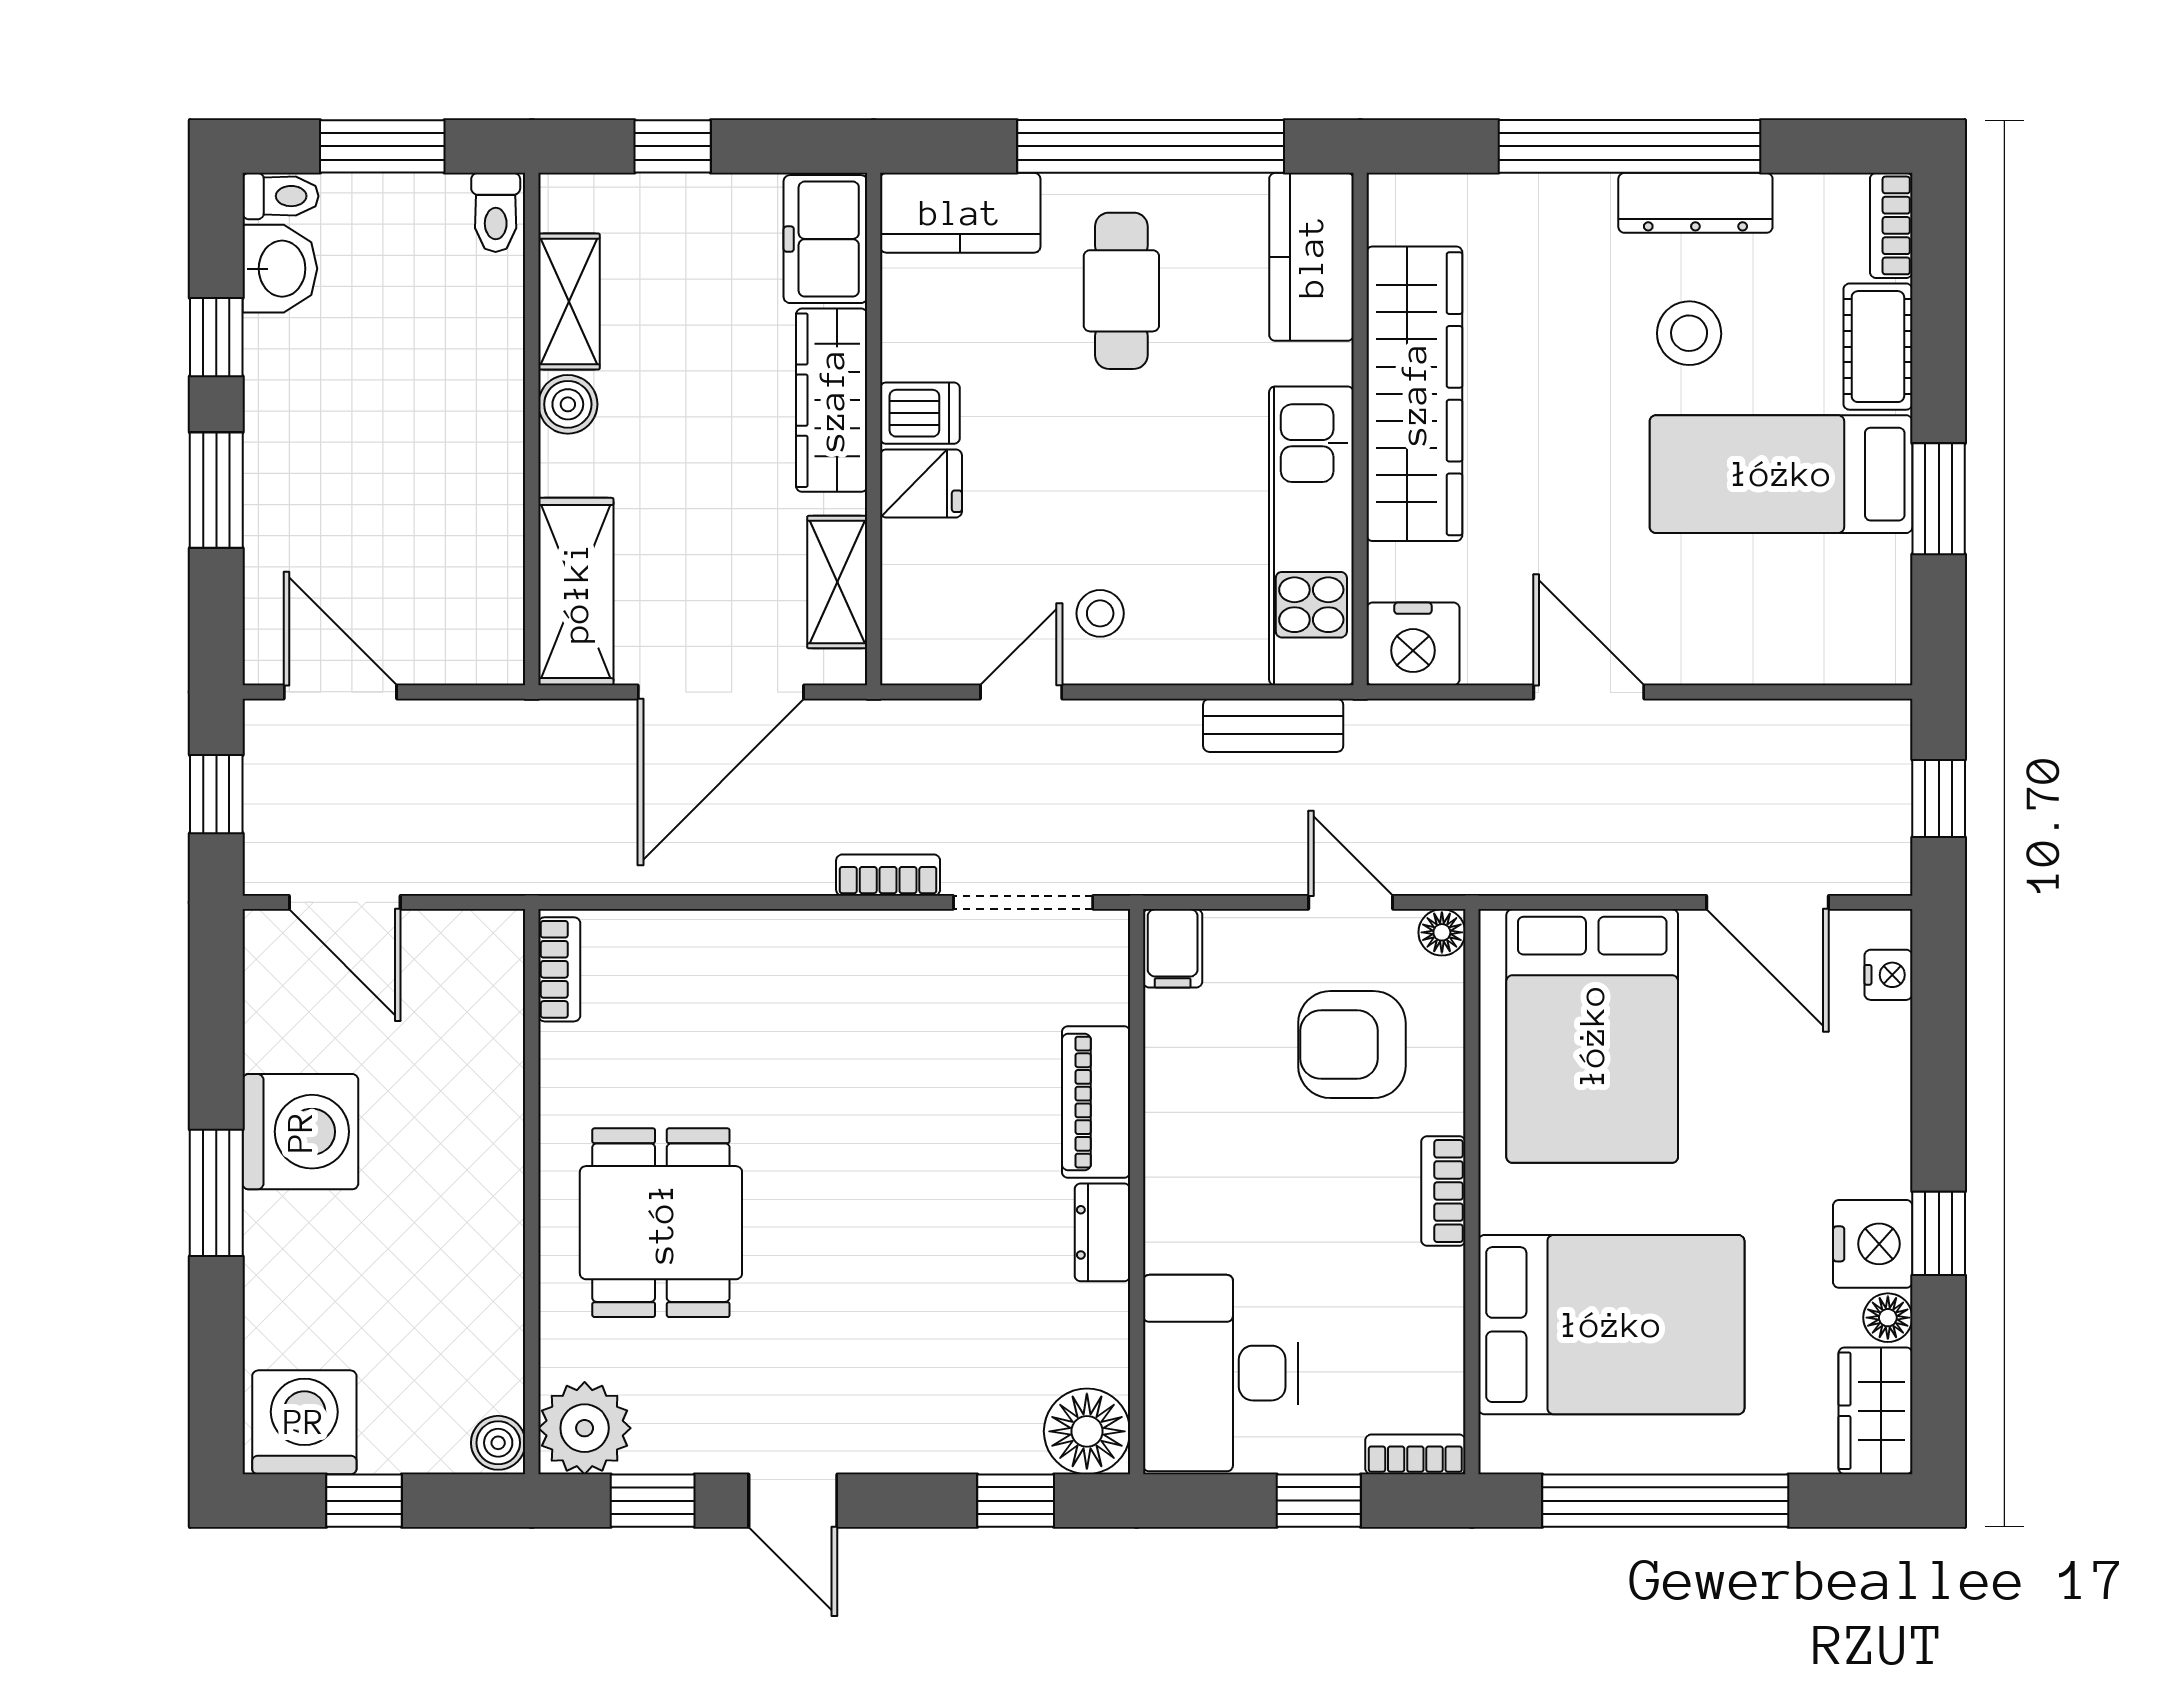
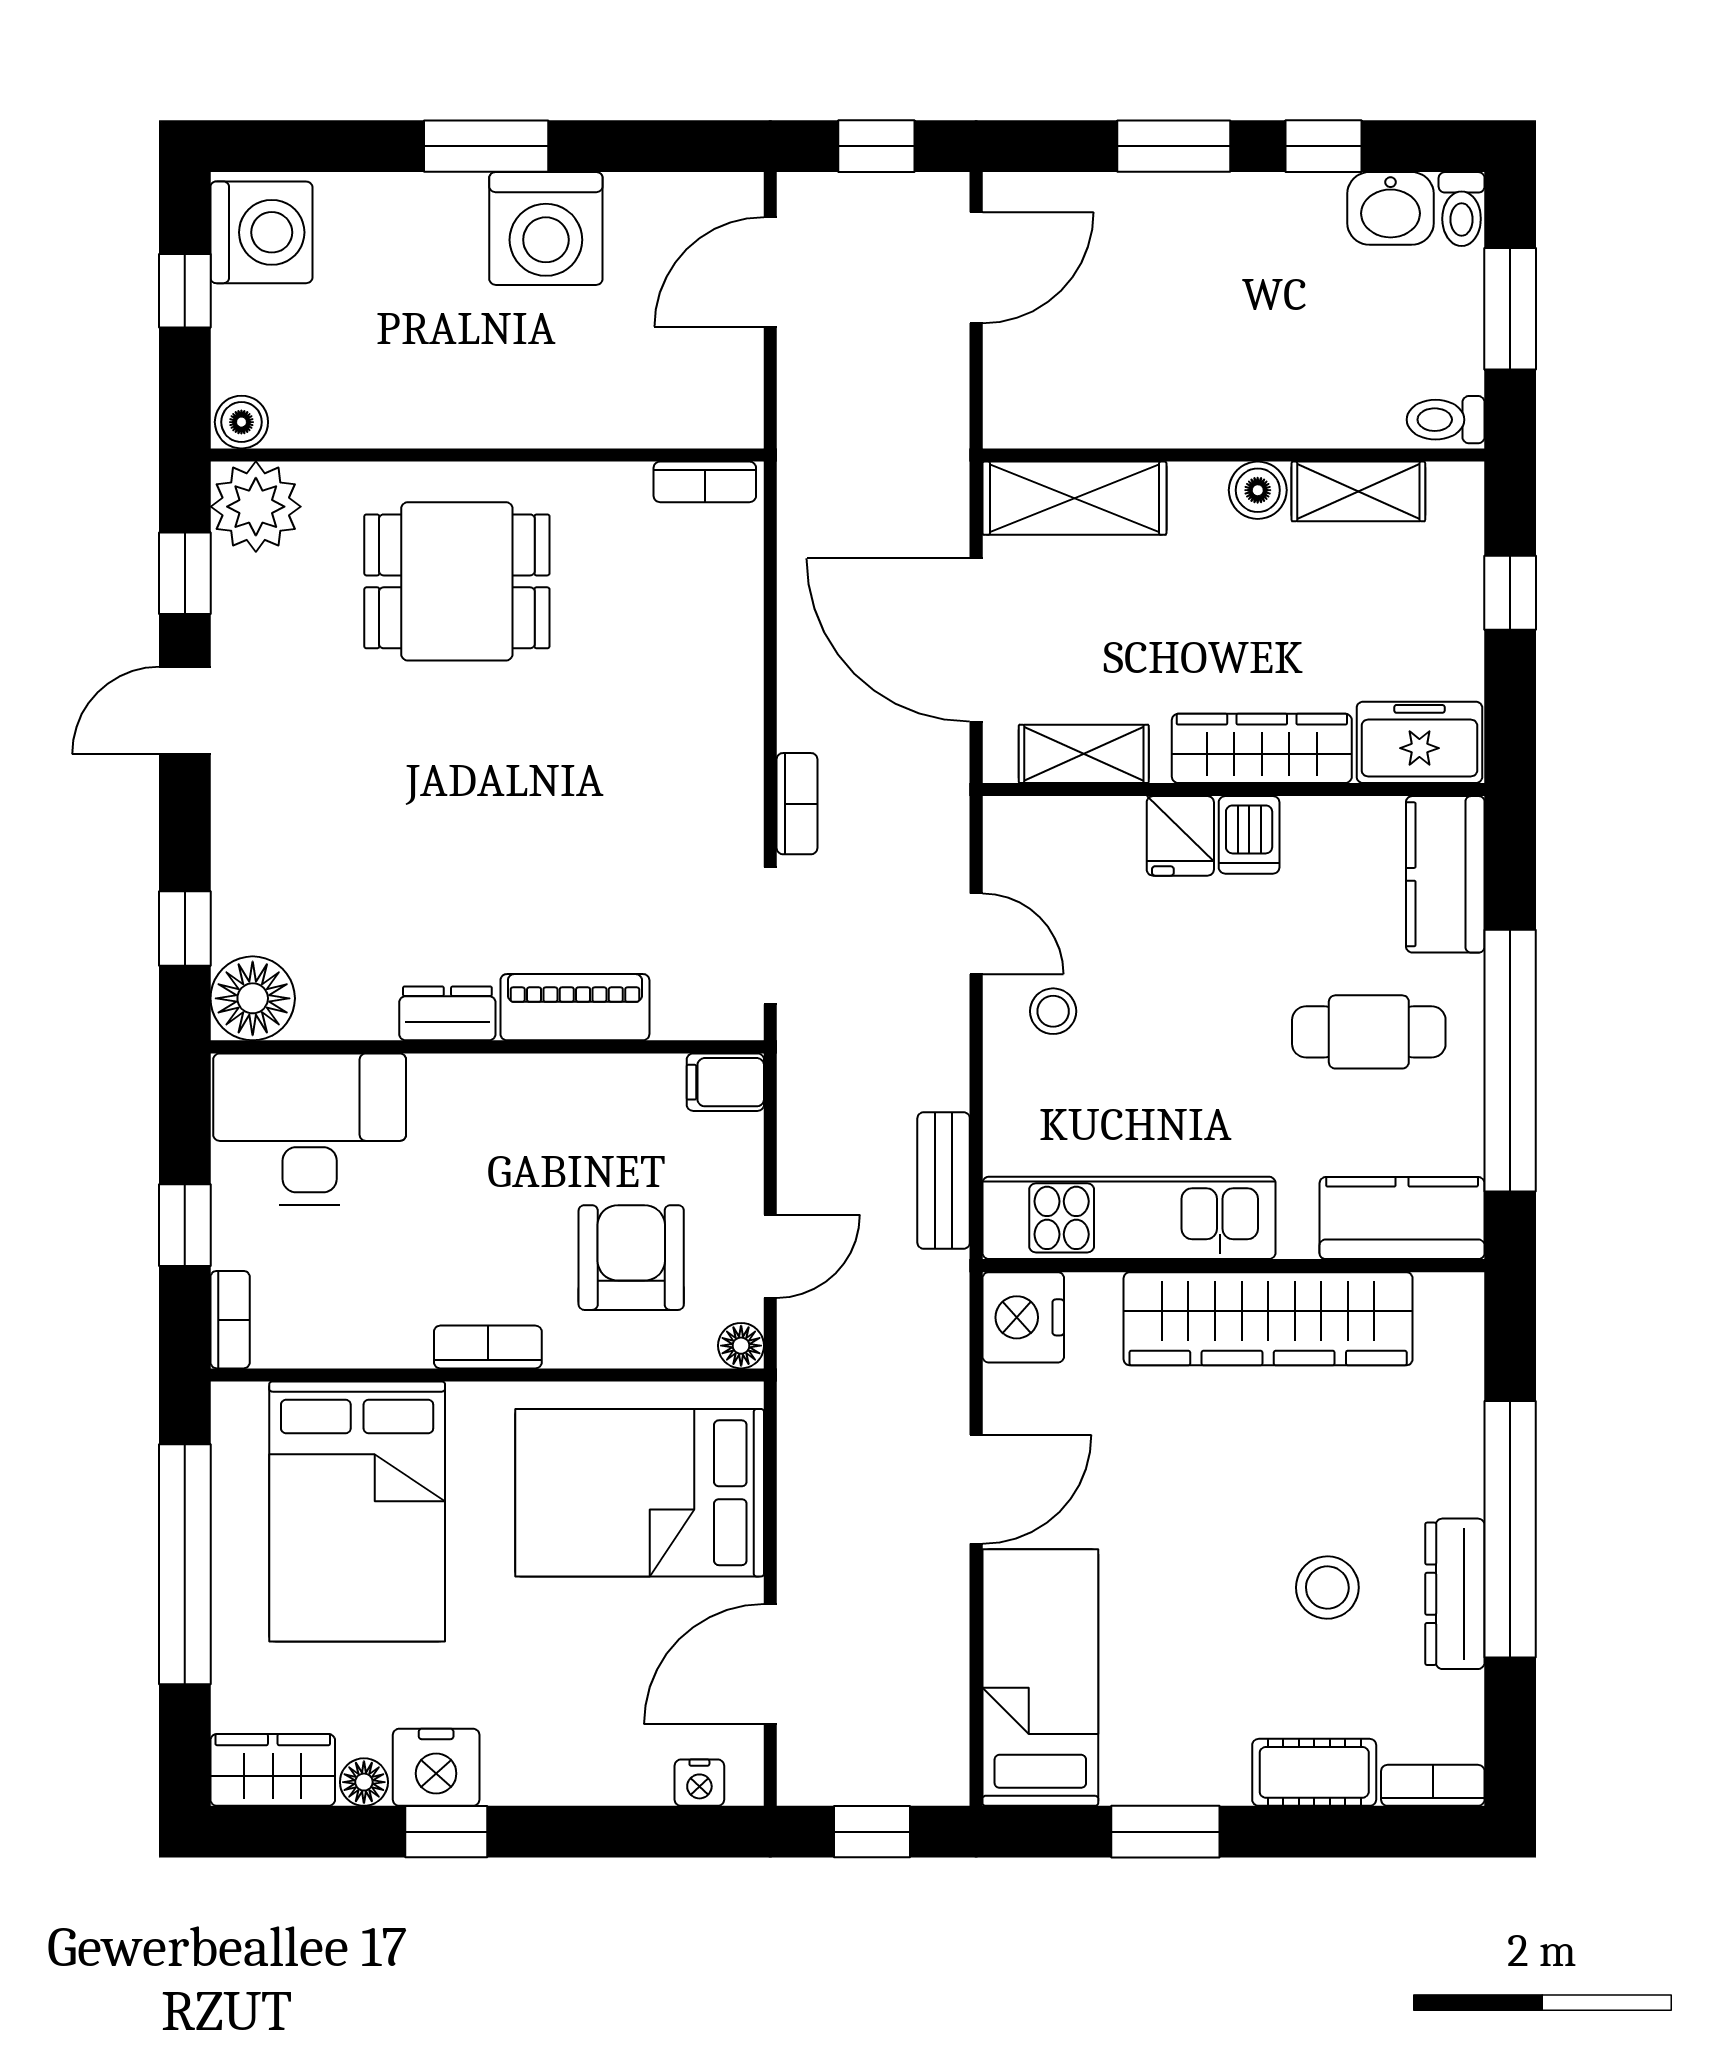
bed: (1781, 474) -> (1040, 1678), moved

